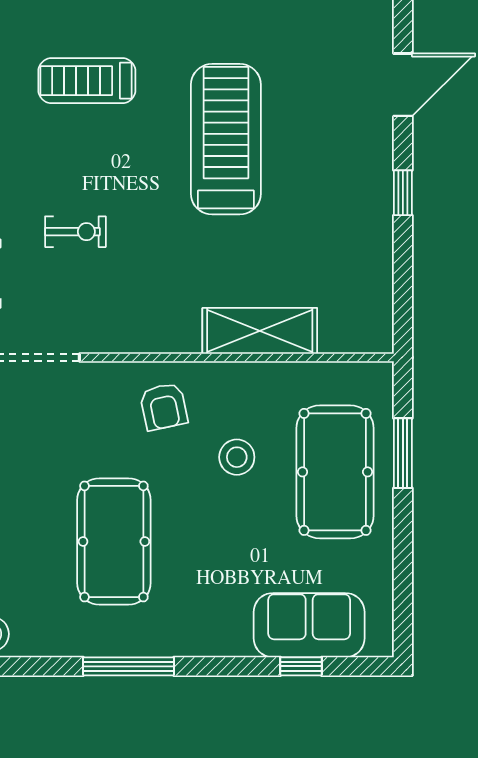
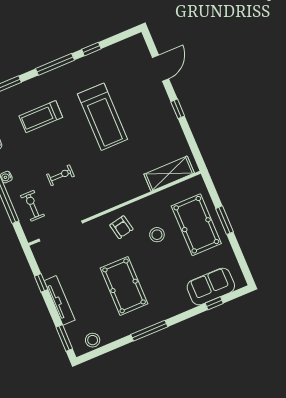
treadmill: (226, 139) -> (103, 117), turned 180
shelving: (260, 331) -> (169, 174), moved
window: (403, 453) -> (225, 220), moved

